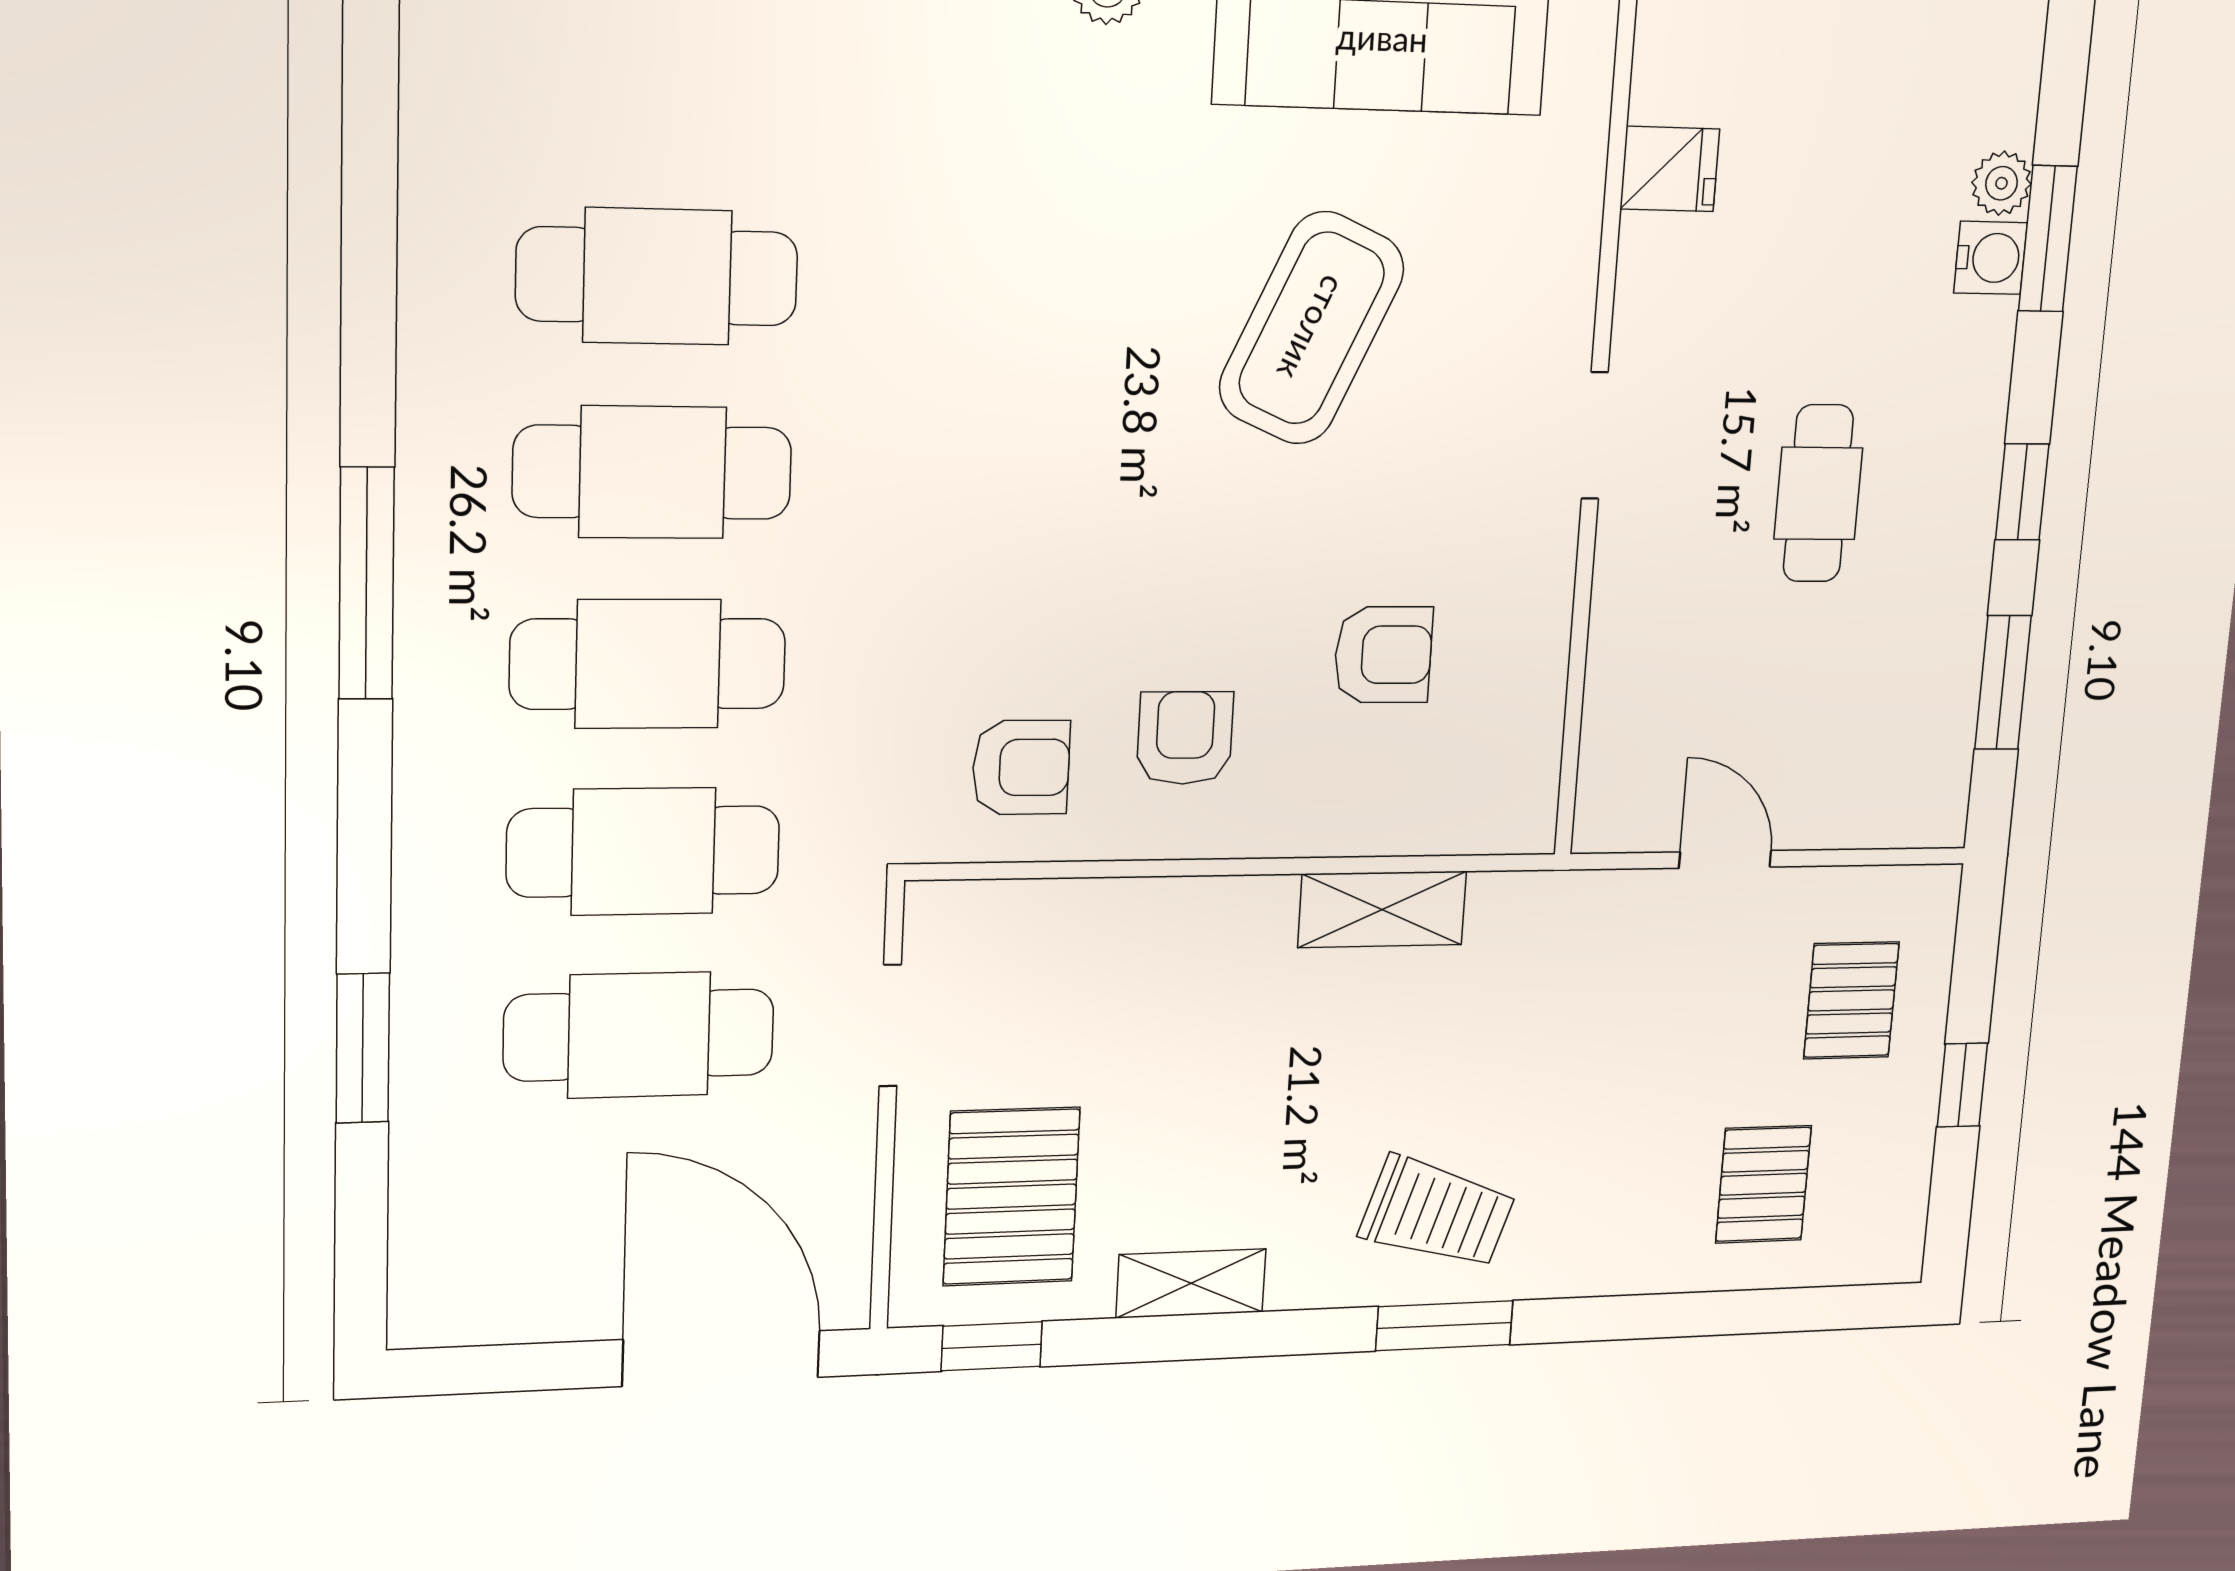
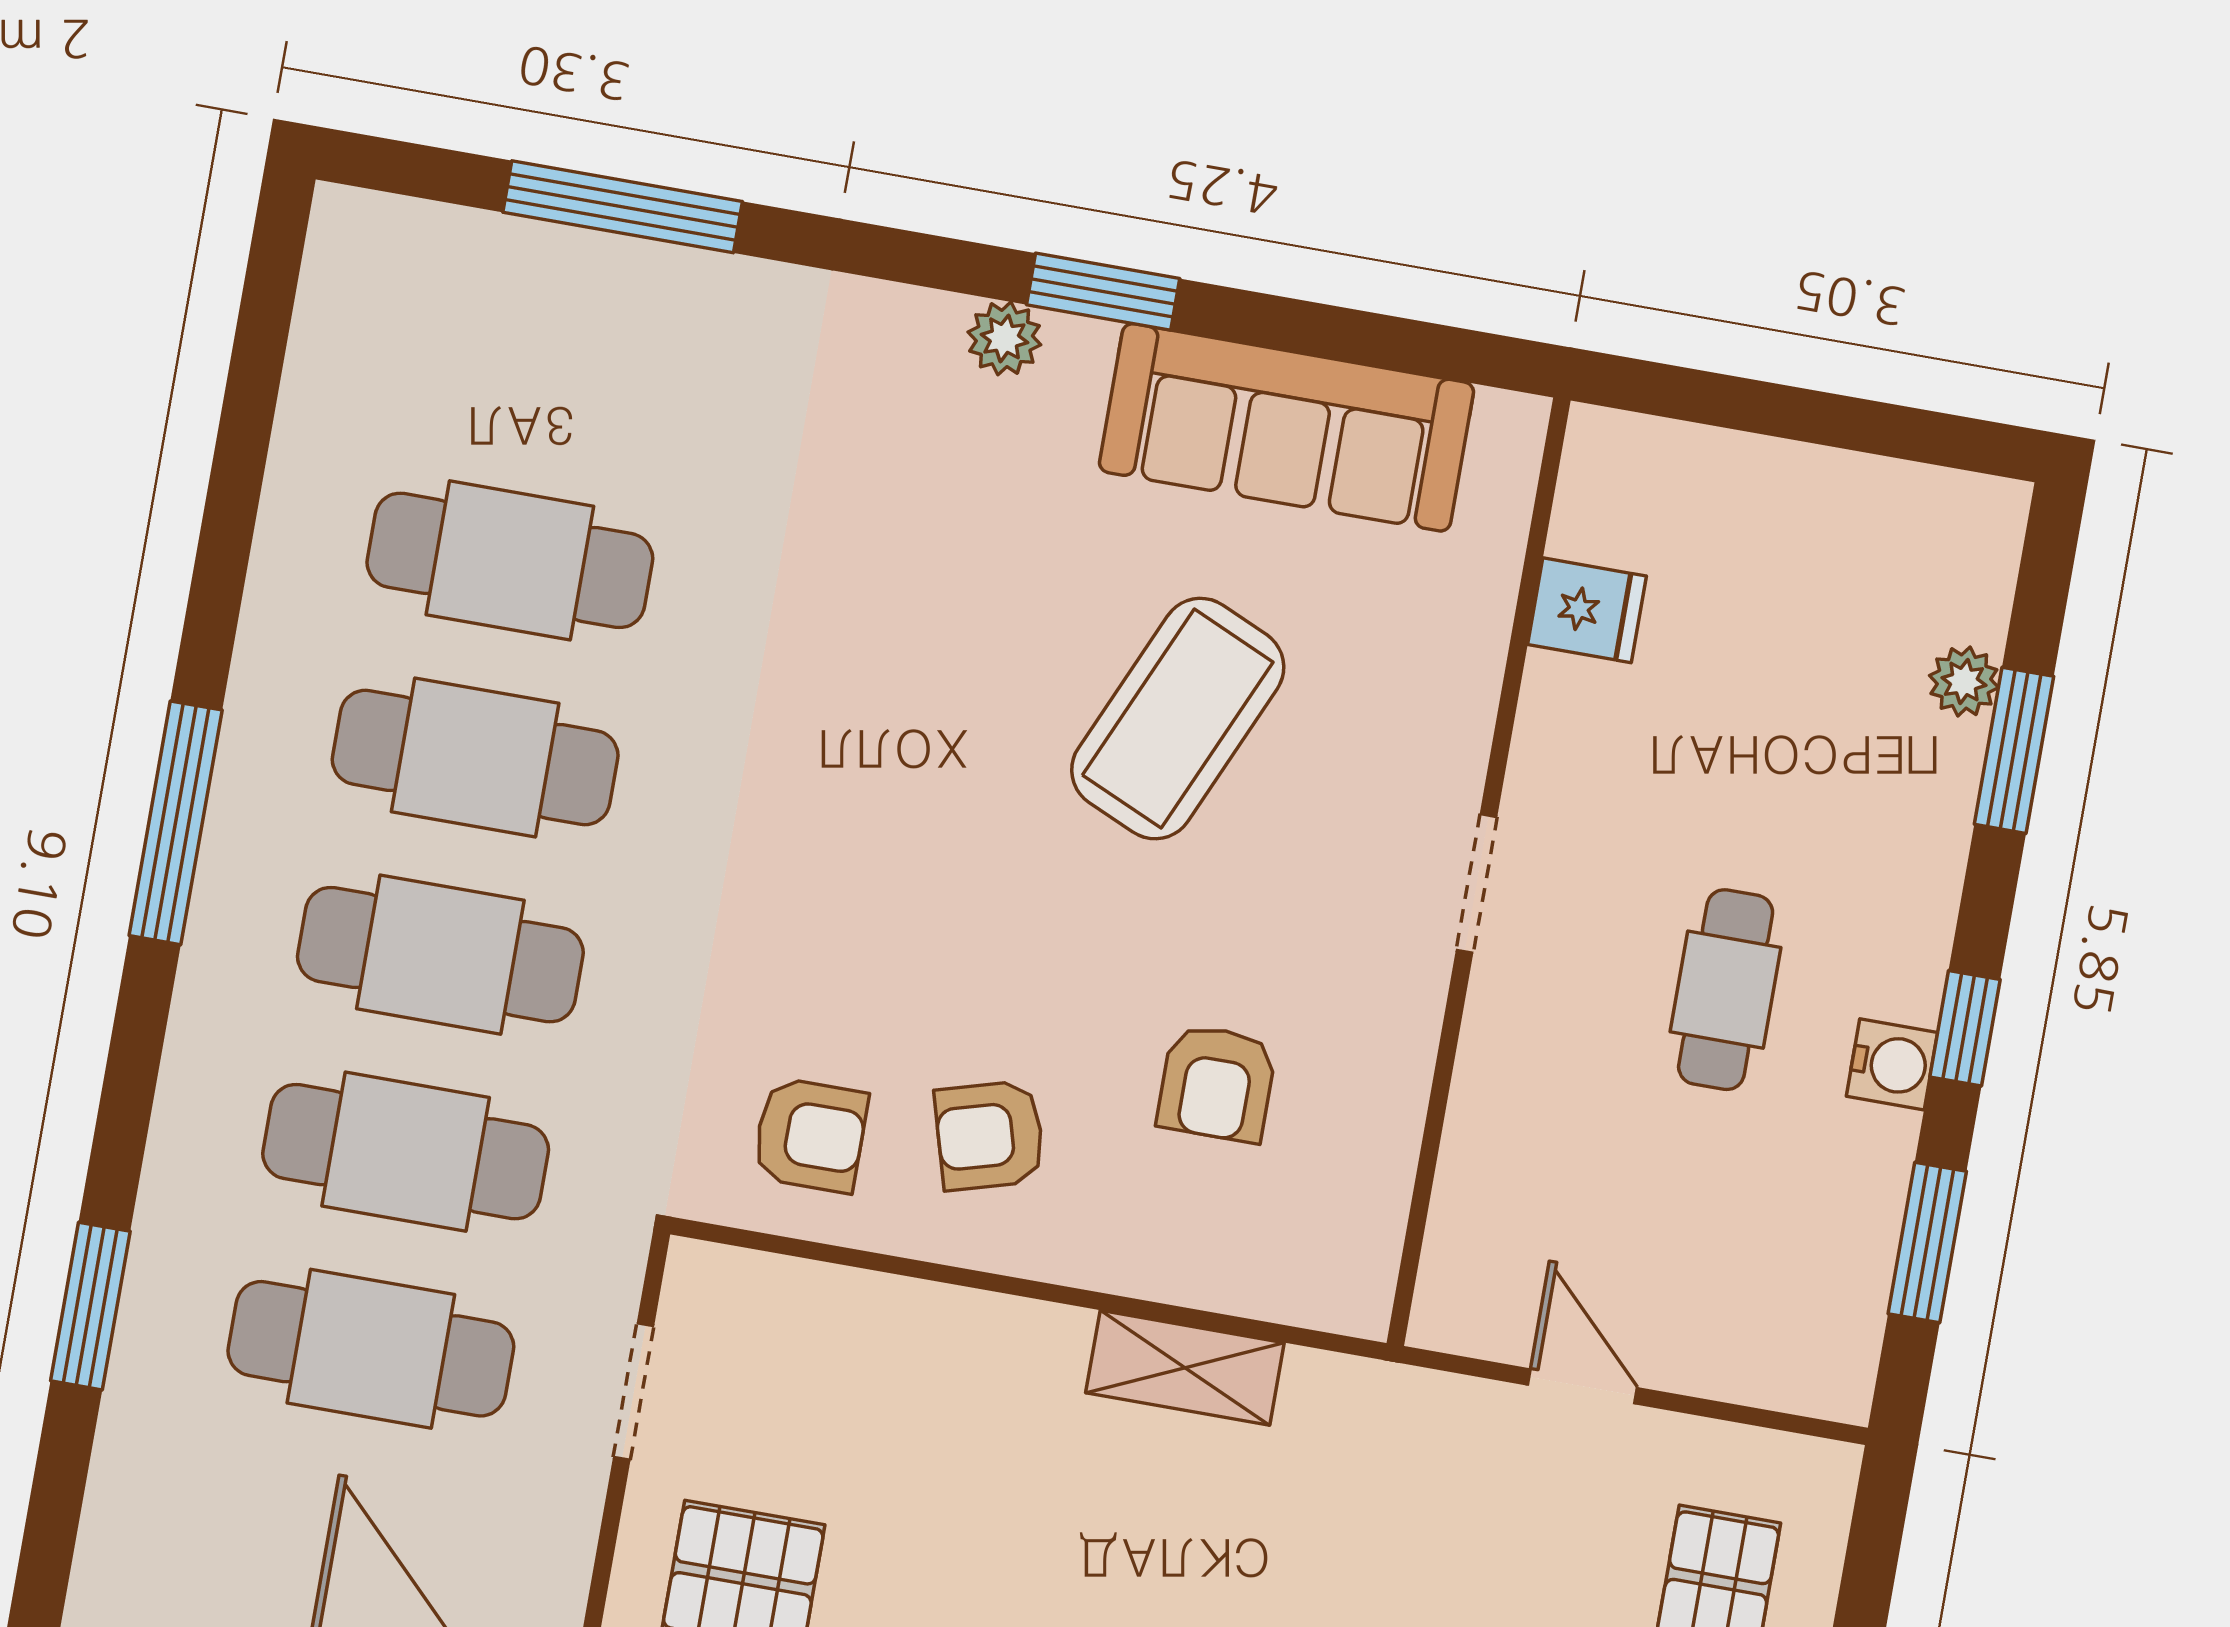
water cooler: (1991, 258) -> (1892, 1064), moved
armchair: (1383, 655) -> (1217, 1083), turned 90
armchair: (1185, 738) -> (990, 1135), turned -106

